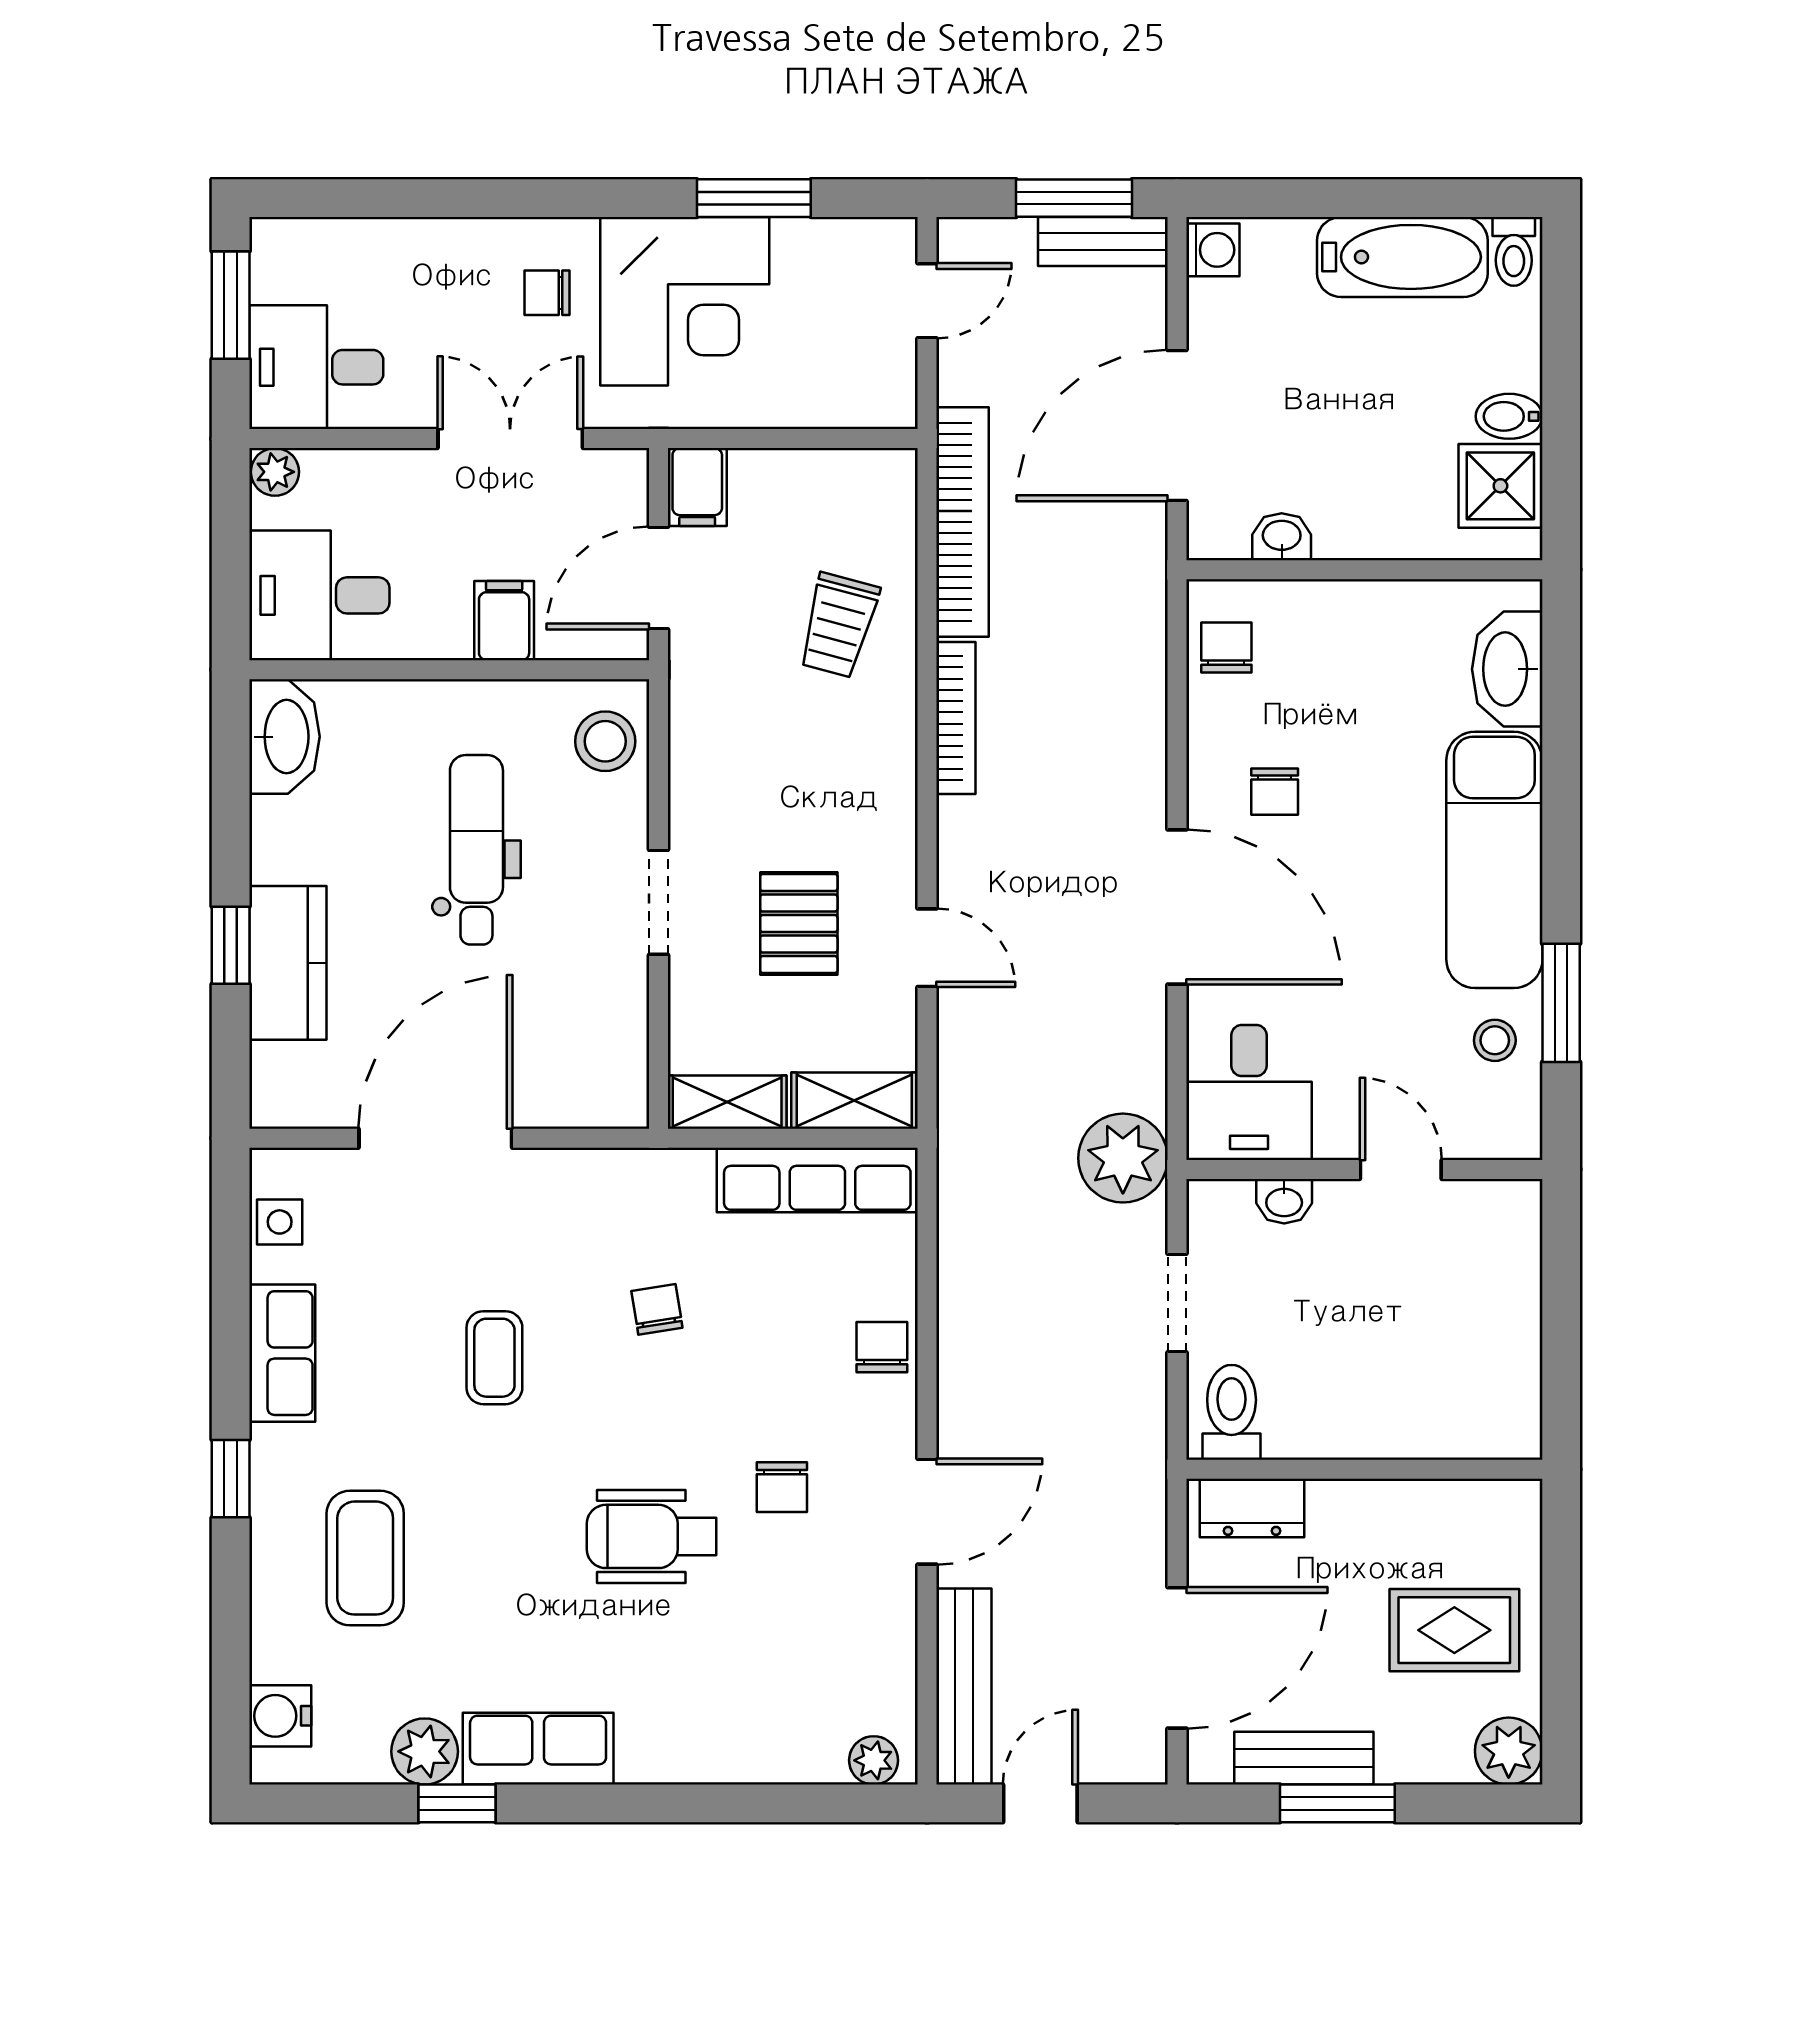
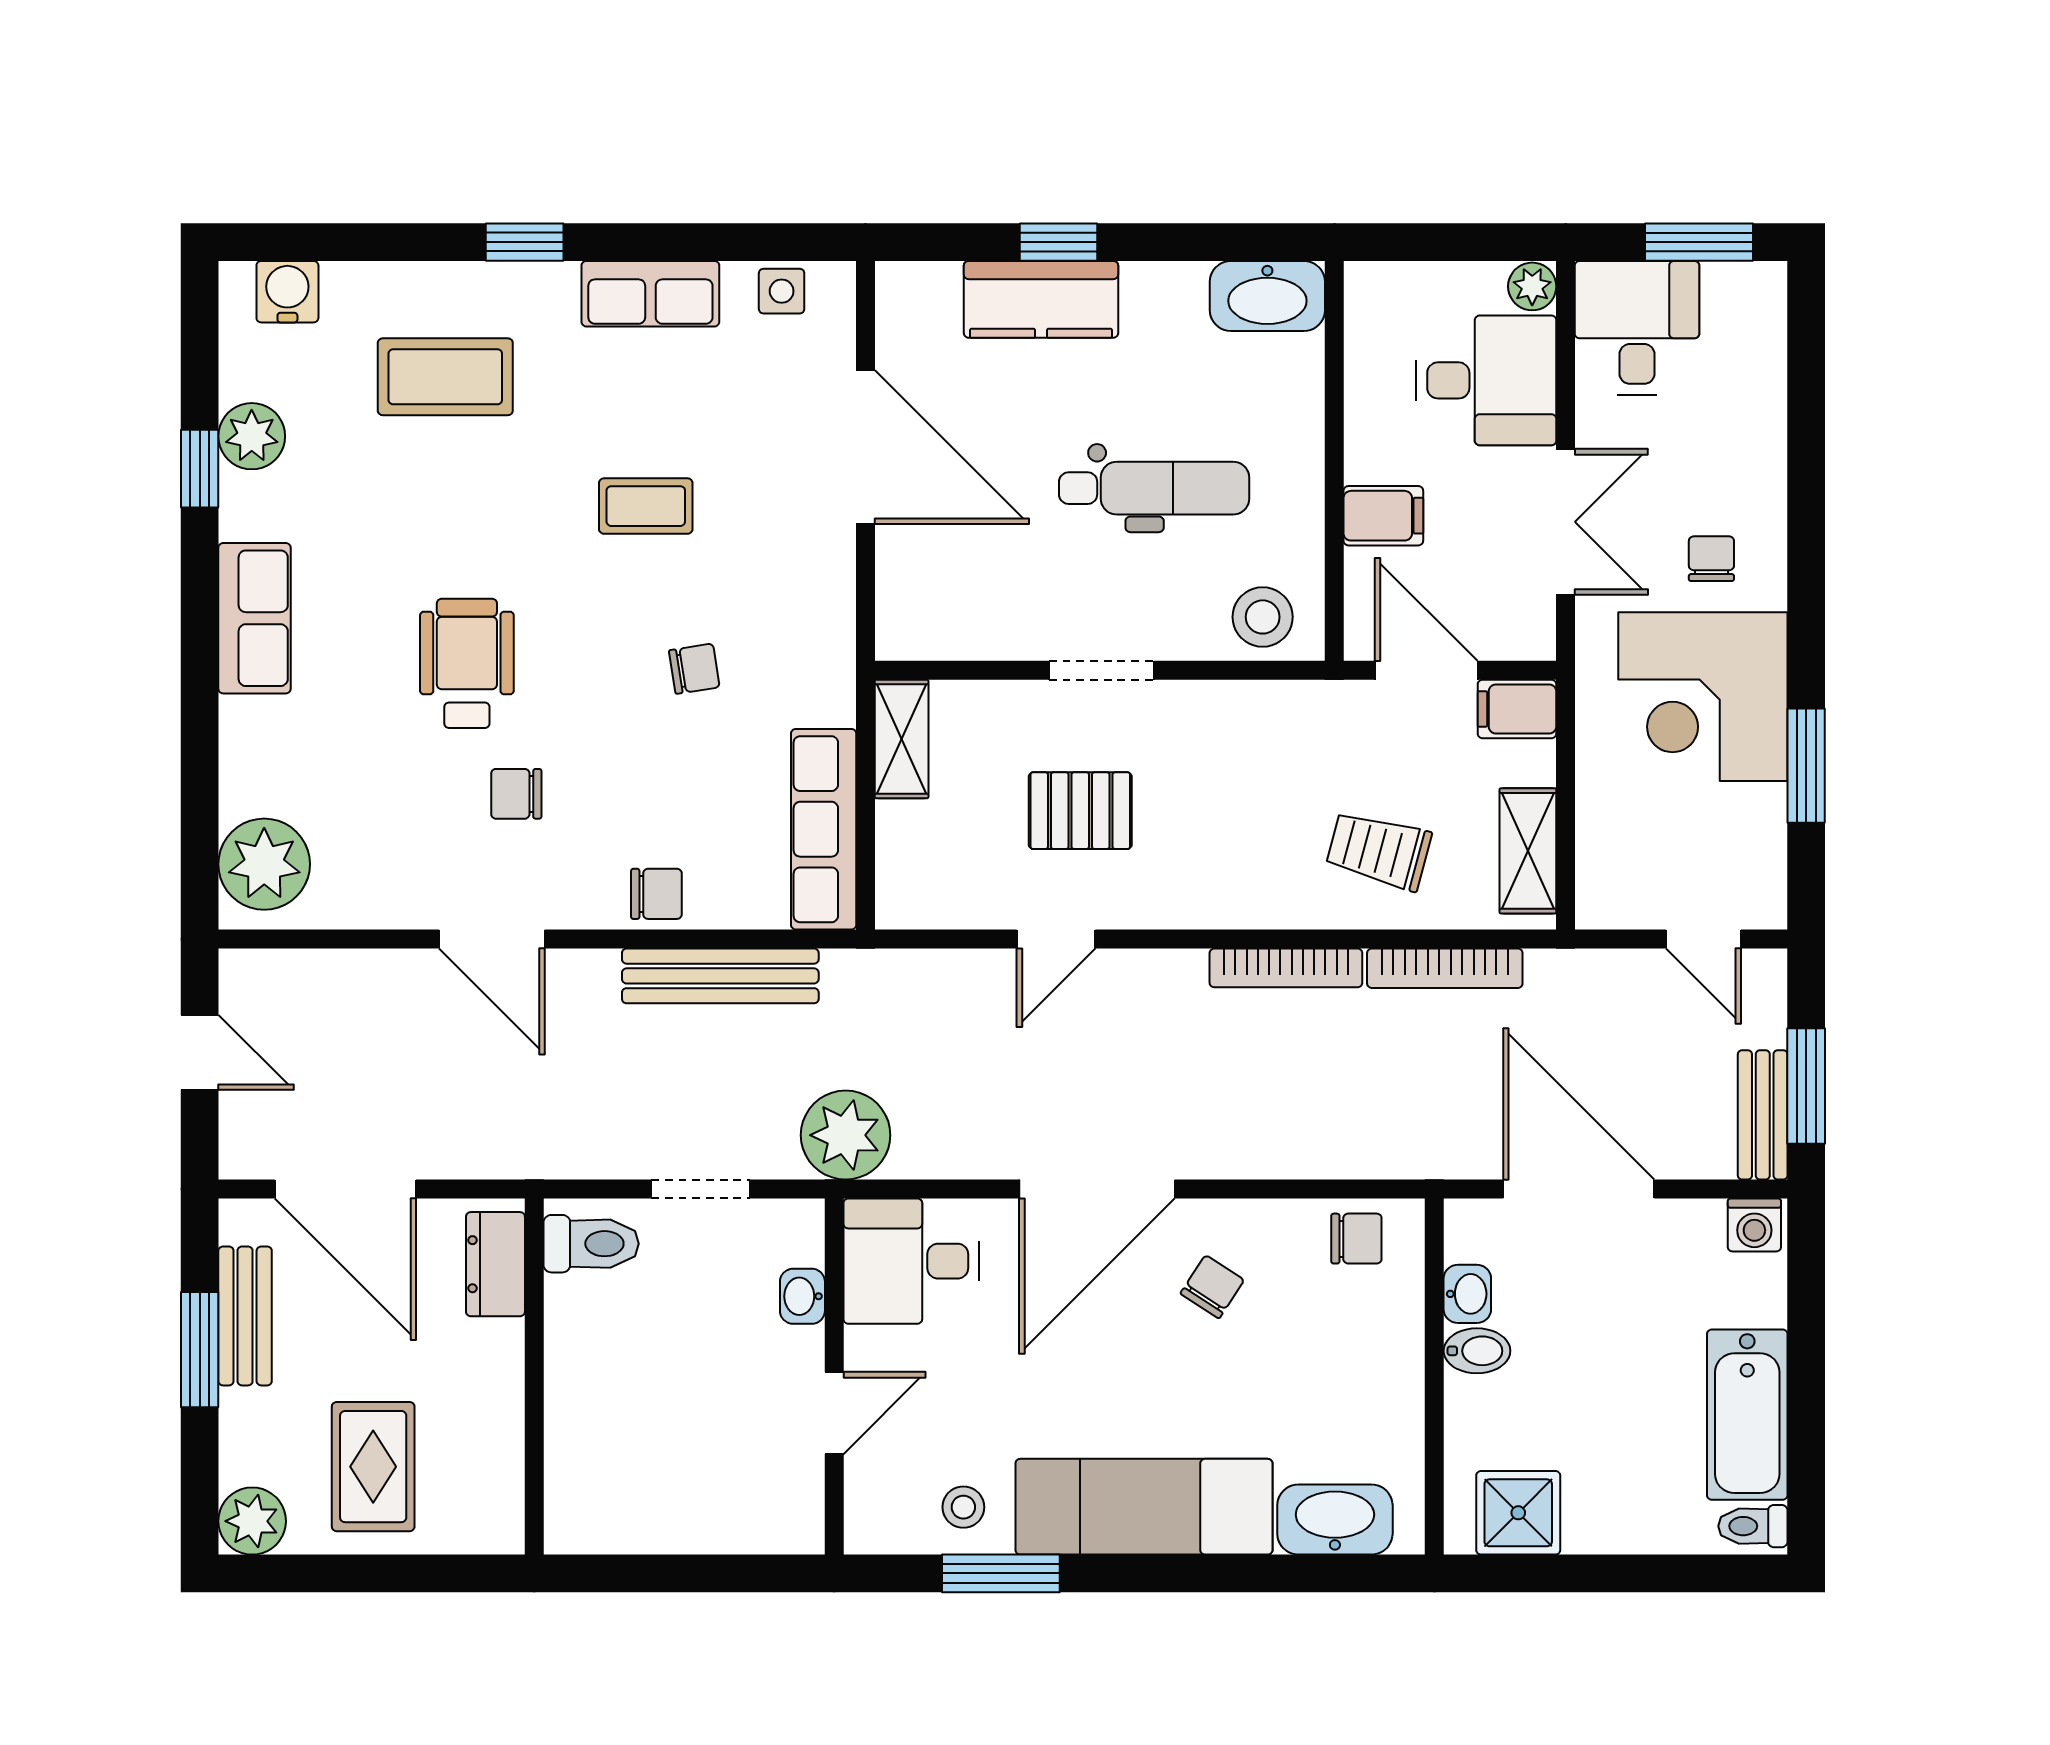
bidet: (1509, 416) -> (1477, 1351), moved, turned 90
bookcase: (963, 522) -> (1445, 968), width x0.68, depth x0.76
desk: (319, 595) -> (1486, 380), moved, turned 90
chair: (1275, 792) -> (1212, 1287), turned 123
shelving: (854, 1101) -> (1528, 851), moved
bench: (964, 1687) -> (720, 976), moved
row of seats: (538, 1749) -> (255, 618), moved
plant: (874, 1760) -> (264, 864), width x1.88, depth x1.88

